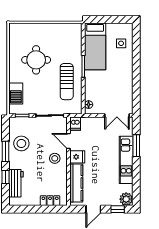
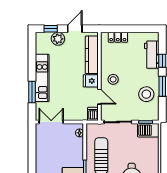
barbecue: (16, 93) -> (148, 130), moved, turned -90
plant: (126, 199) -> (58, 39), moved

